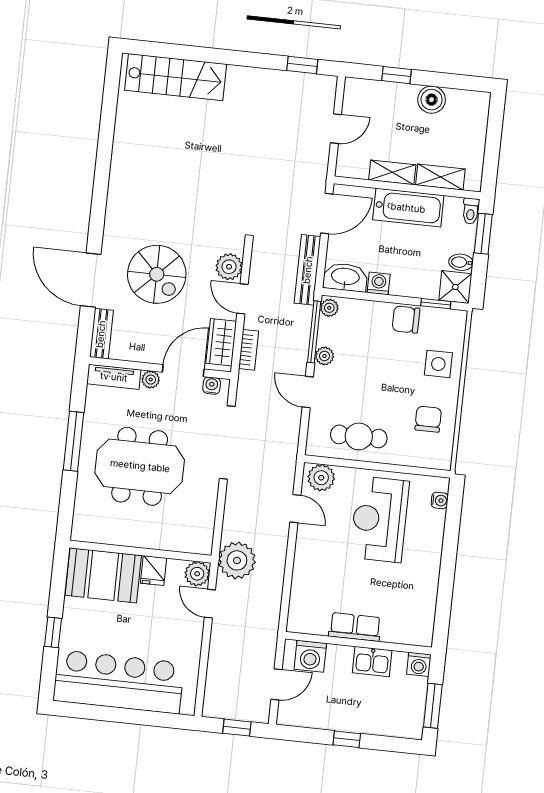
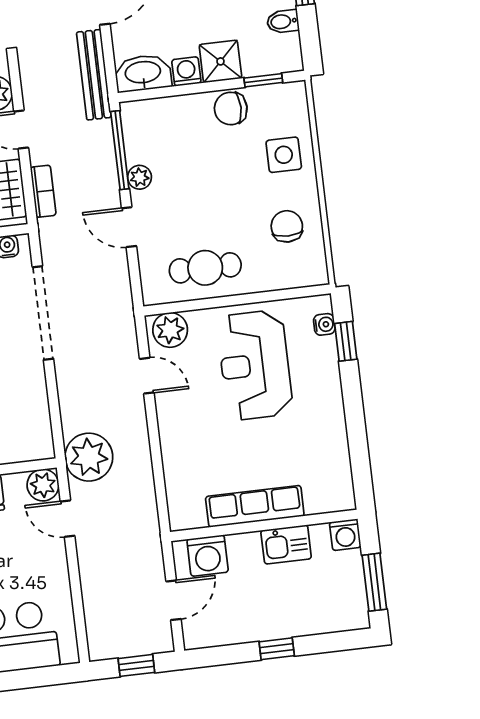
shower: (455, 287) -> (220, 61), moved
plant: (329, 308) -> (132, 116), removed
window: (453, 517) -> (346, 341), added
row of seats: (355, 627) -> (255, 506), width x1.48

